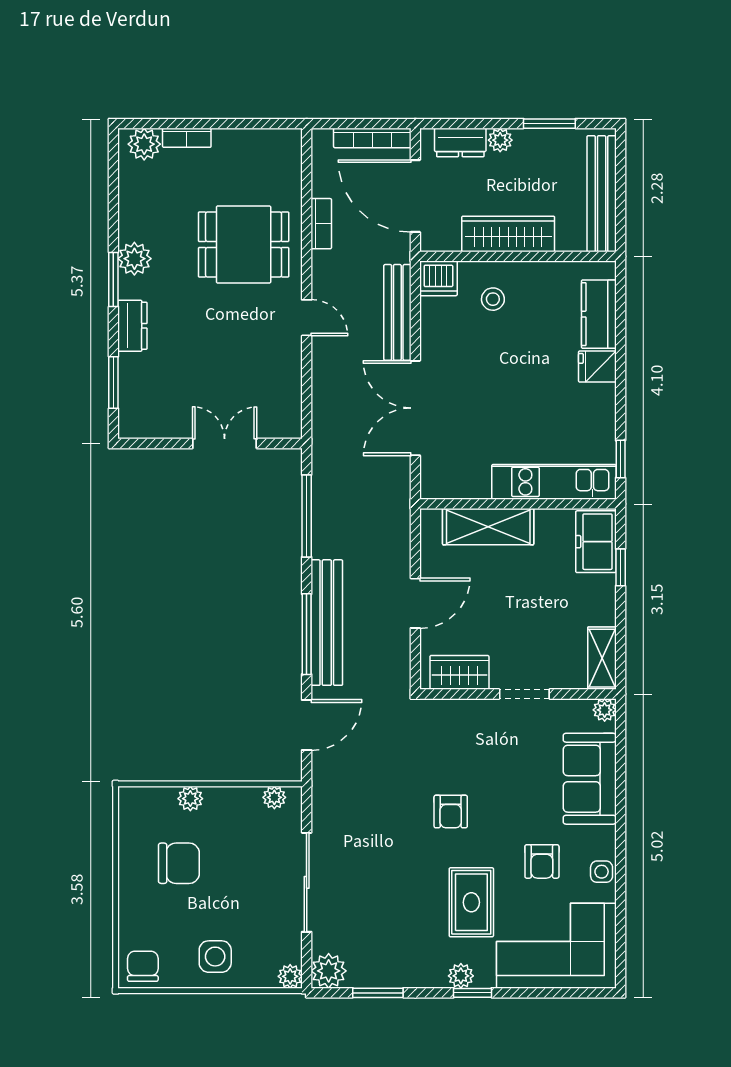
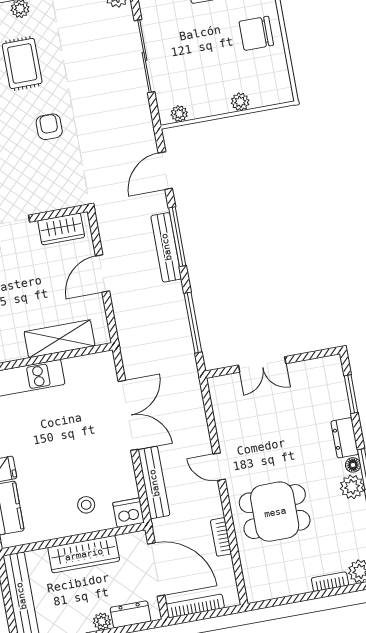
floor lamp: (128, 288) -> (353, 465), added
bench: (327, 623) -> (166, 247), width x0.73, depth x0.82
chair: (179, 863) -> (256, 33), moved

